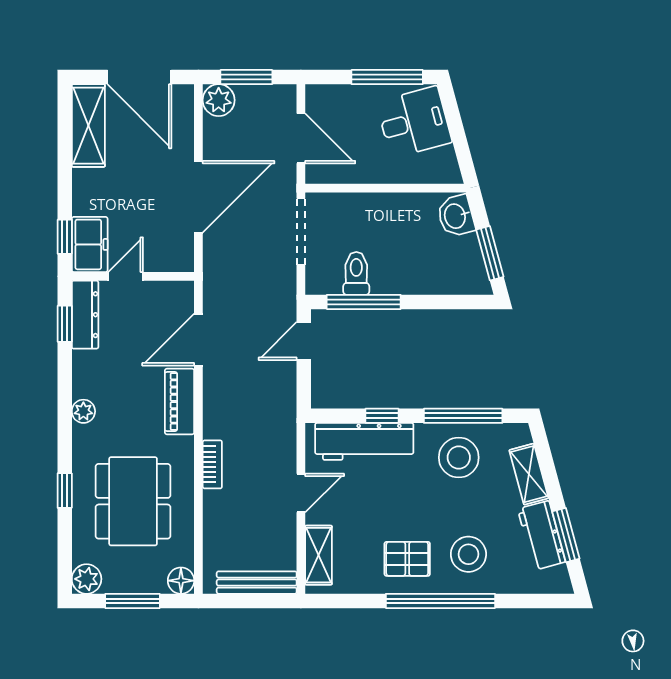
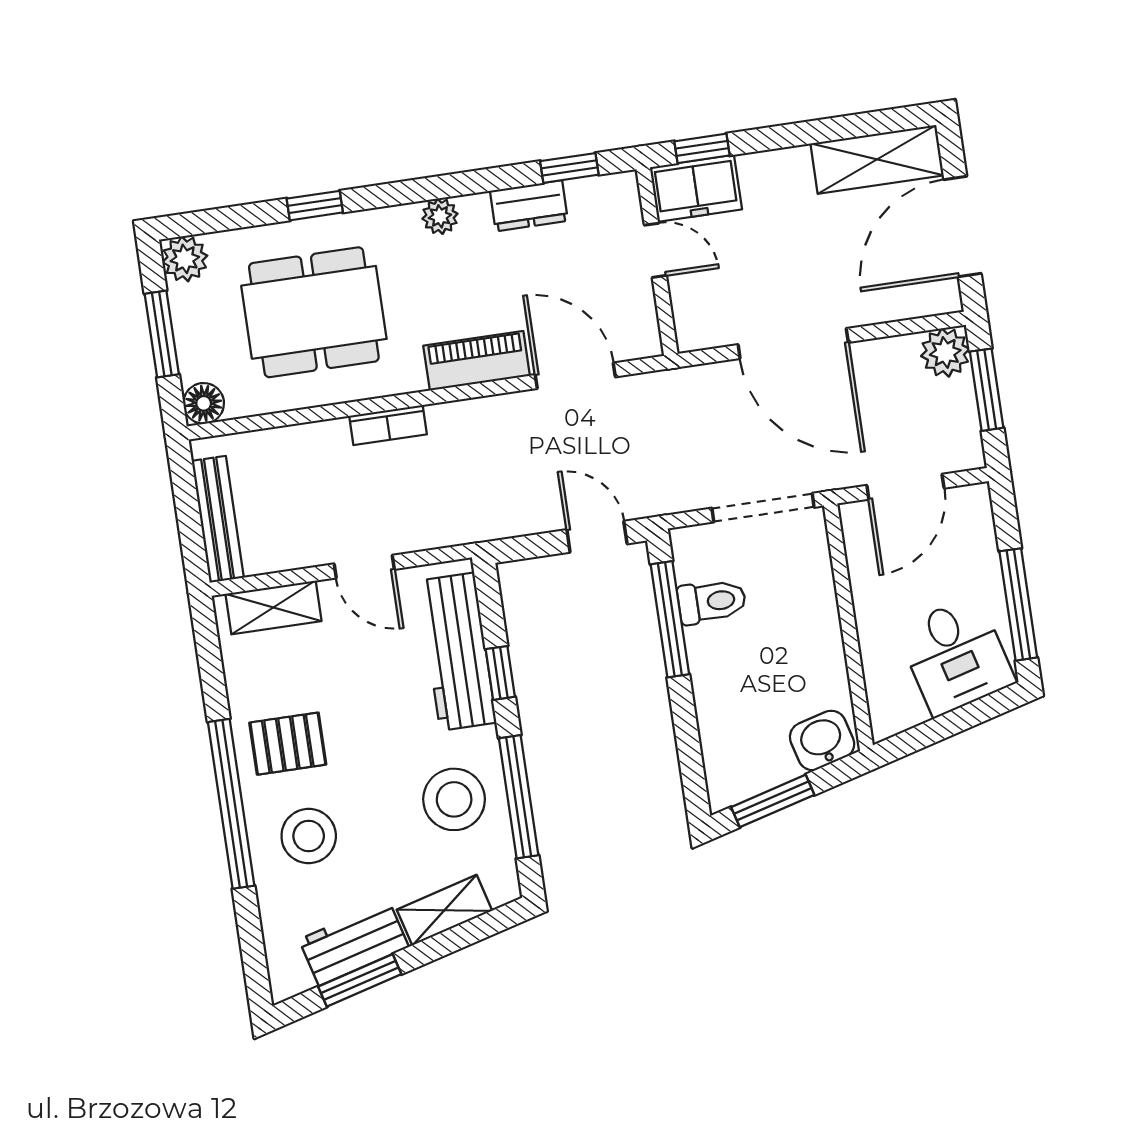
dresser: (85, 315) -> (529, 206), moved, width x0.70
pallet: (407, 559) -> (288, 744), turned 90

